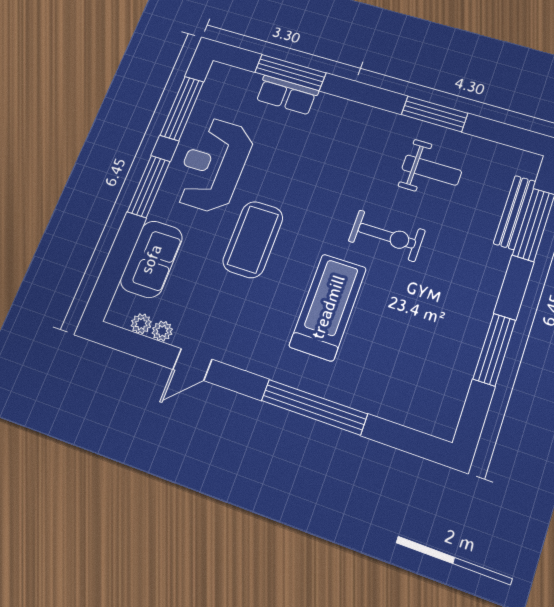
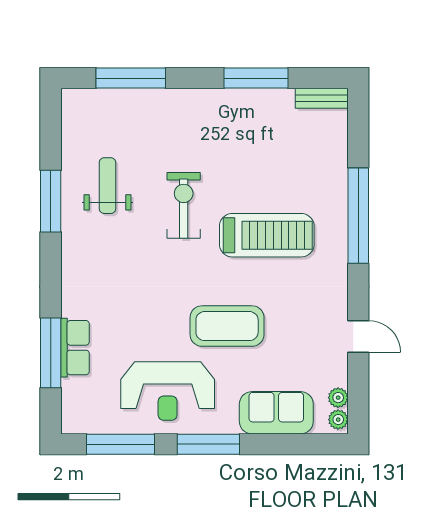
bench: (515, 212) -> (322, 98), moved, width x0.73
treadmill: (328, 307) -> (267, 235), turned 180
plant: (162, 331) -> (338, 420), moved

